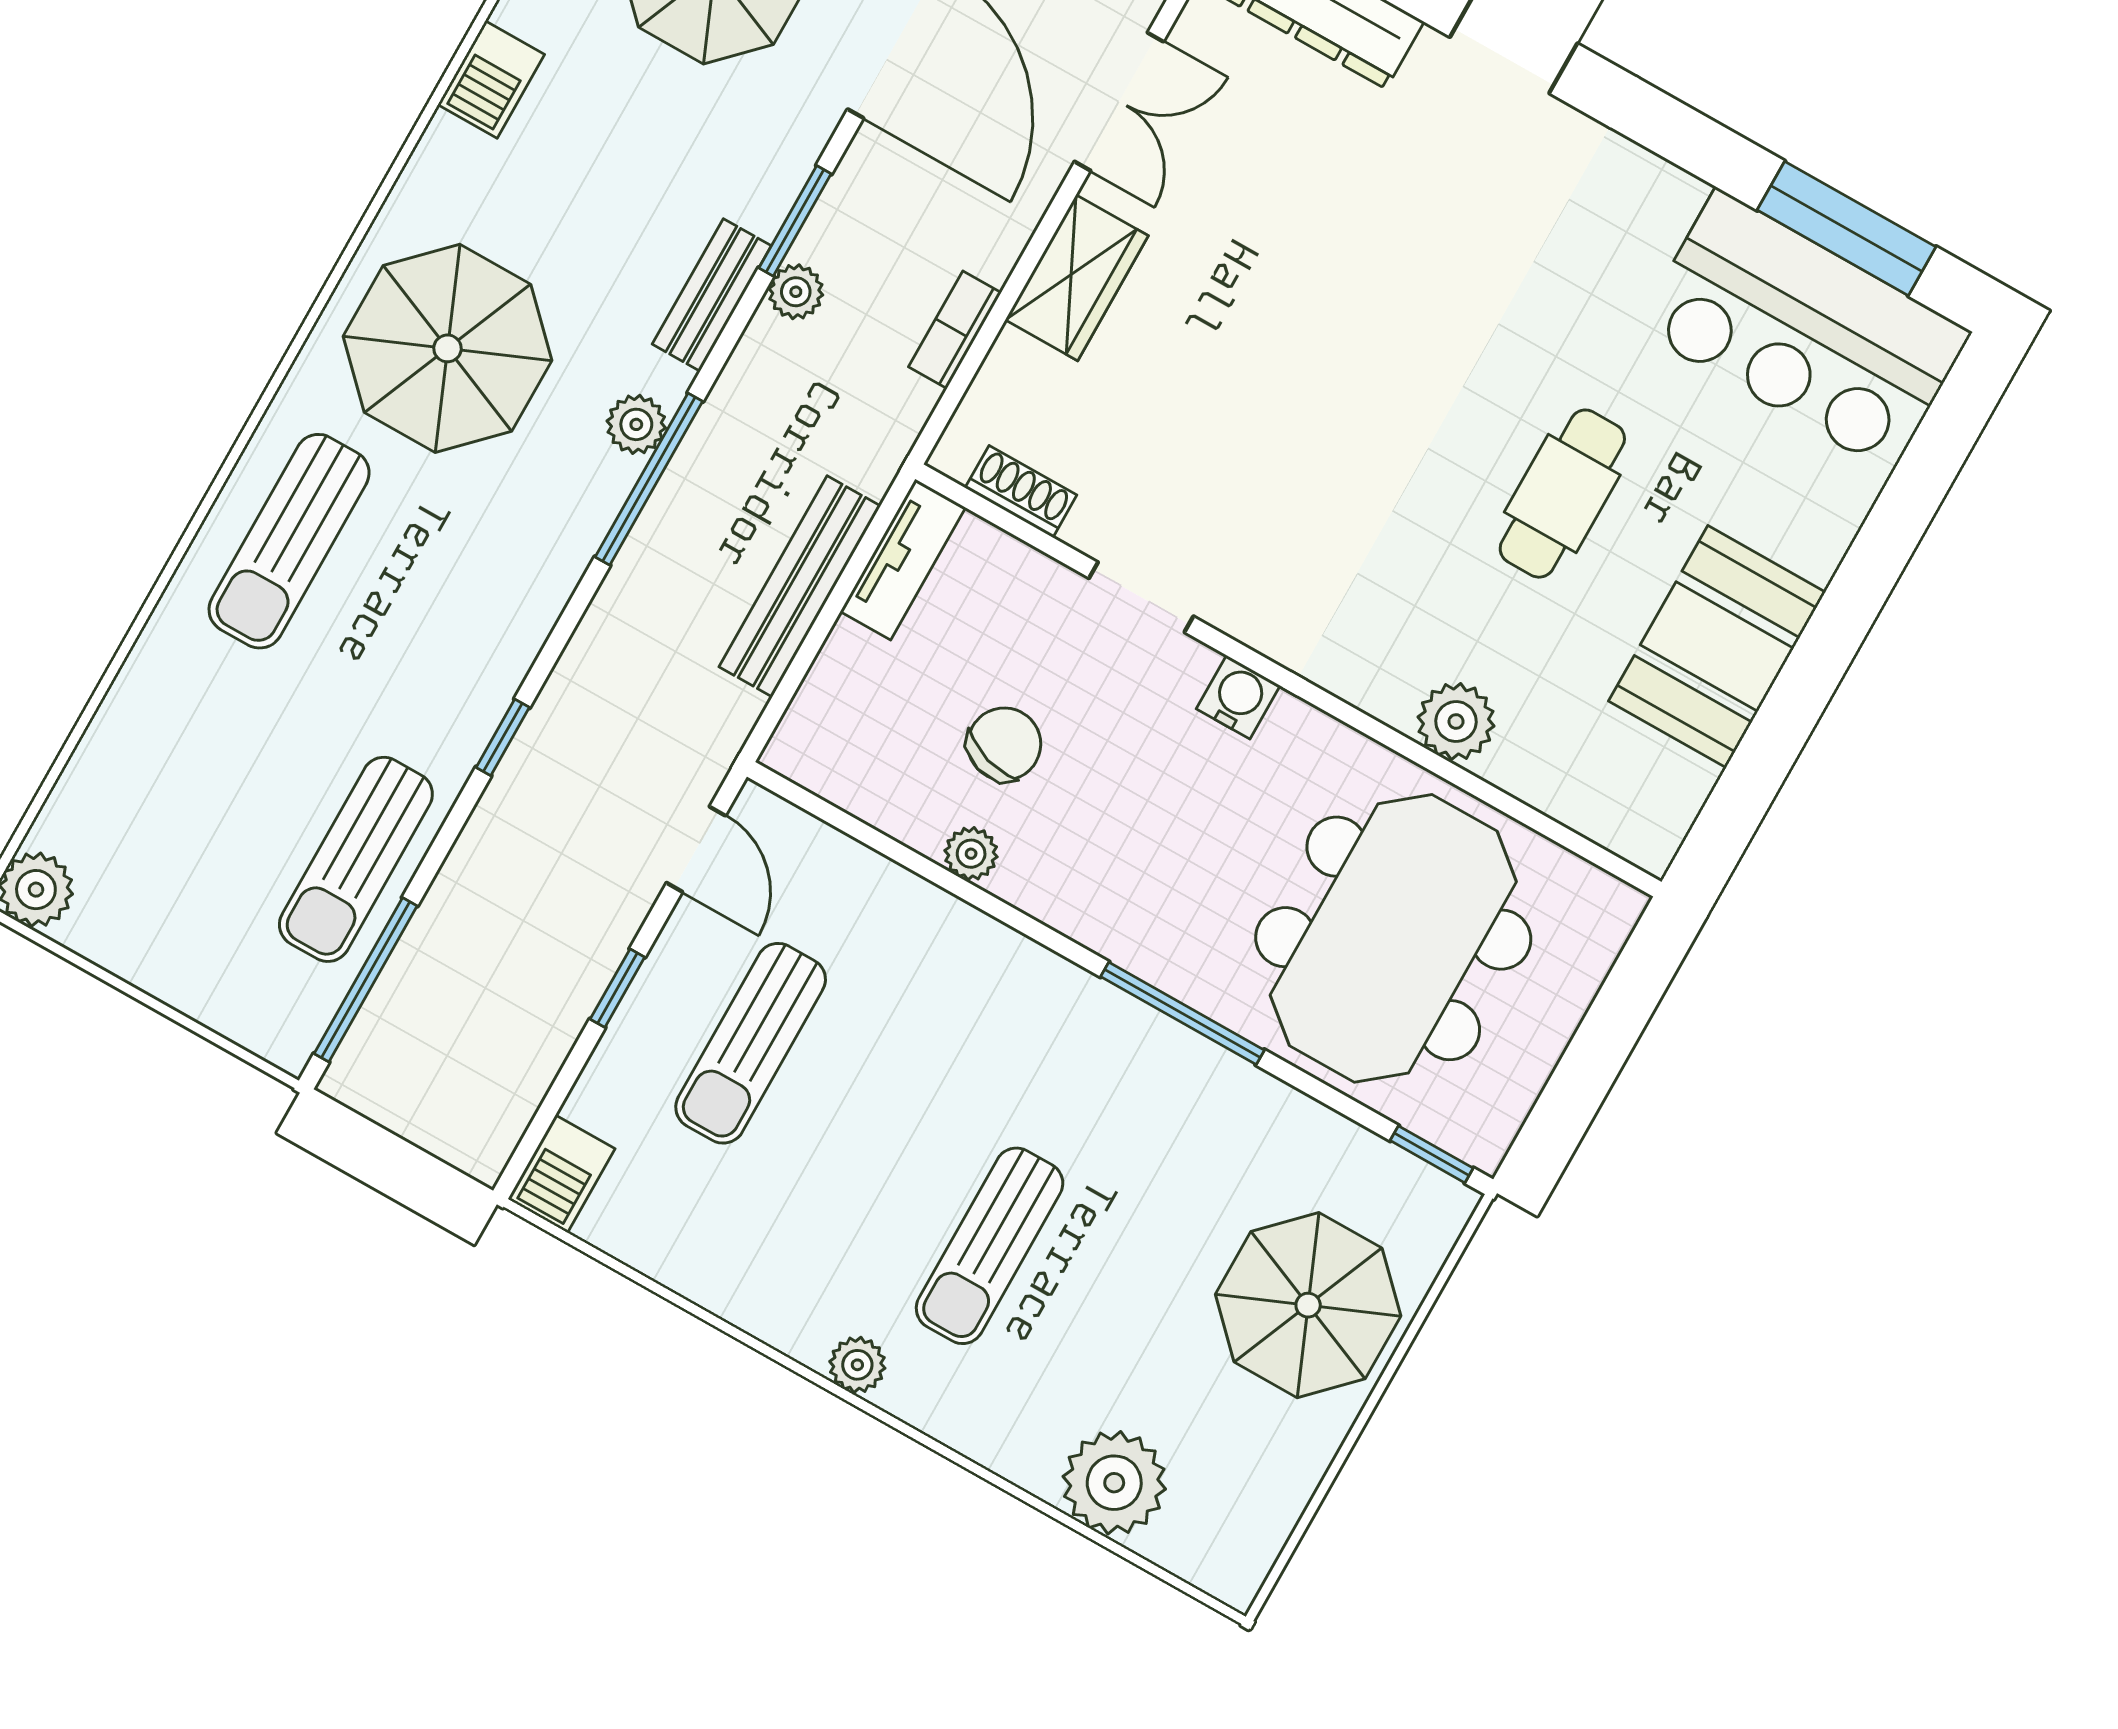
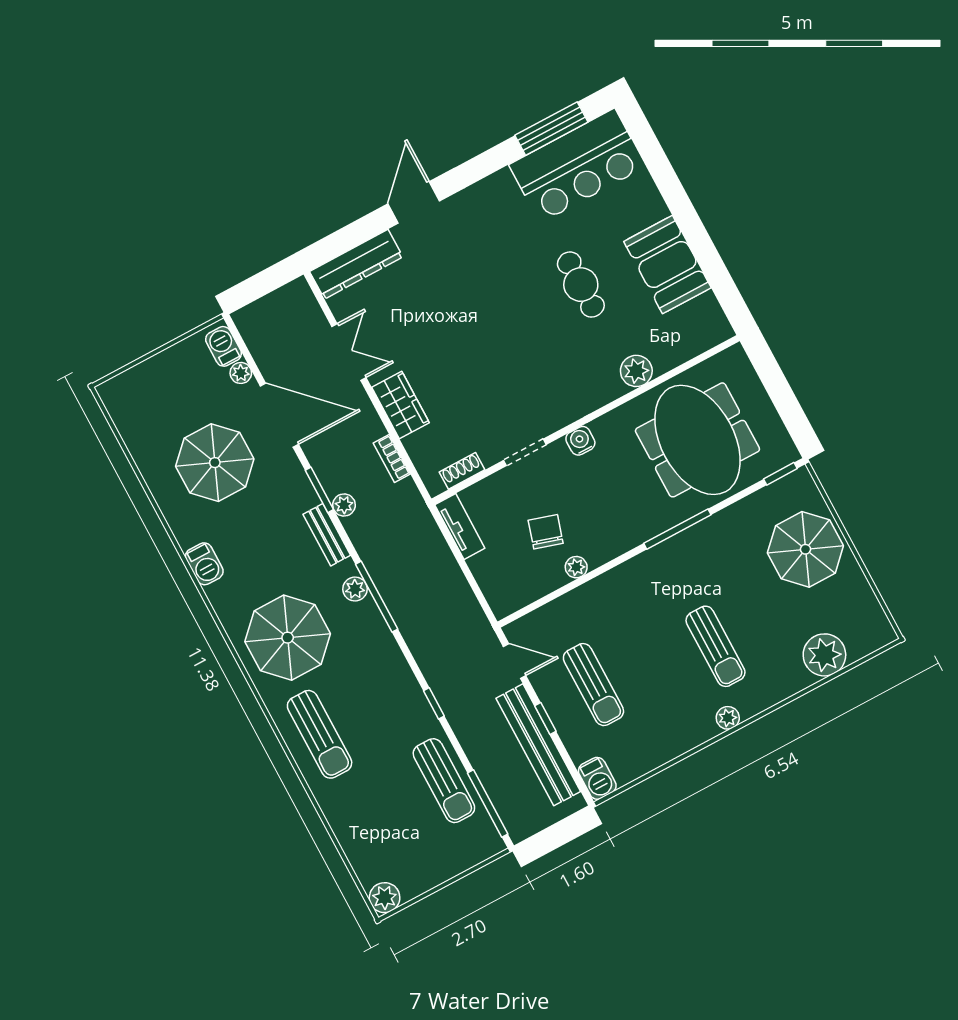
bench: (800, 586) -> (538, 745), moved, width x1.37, depth x1.21

